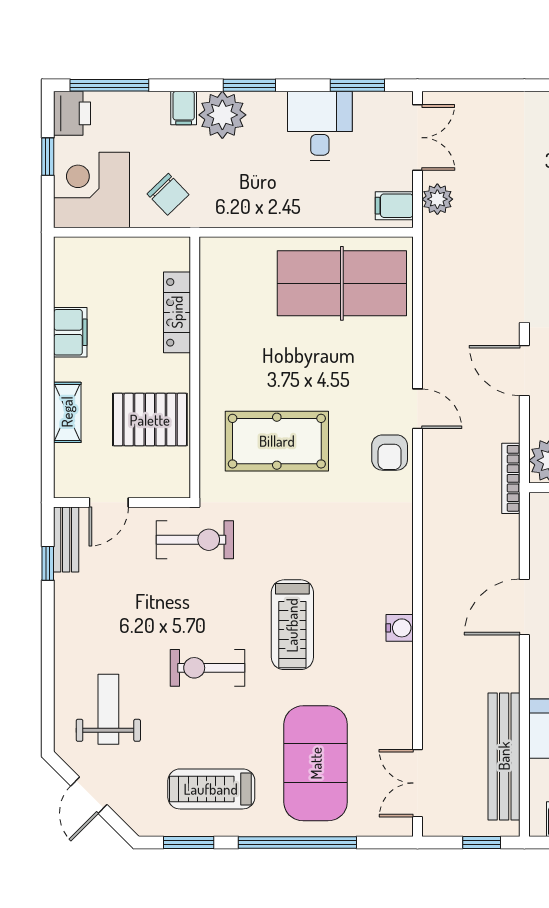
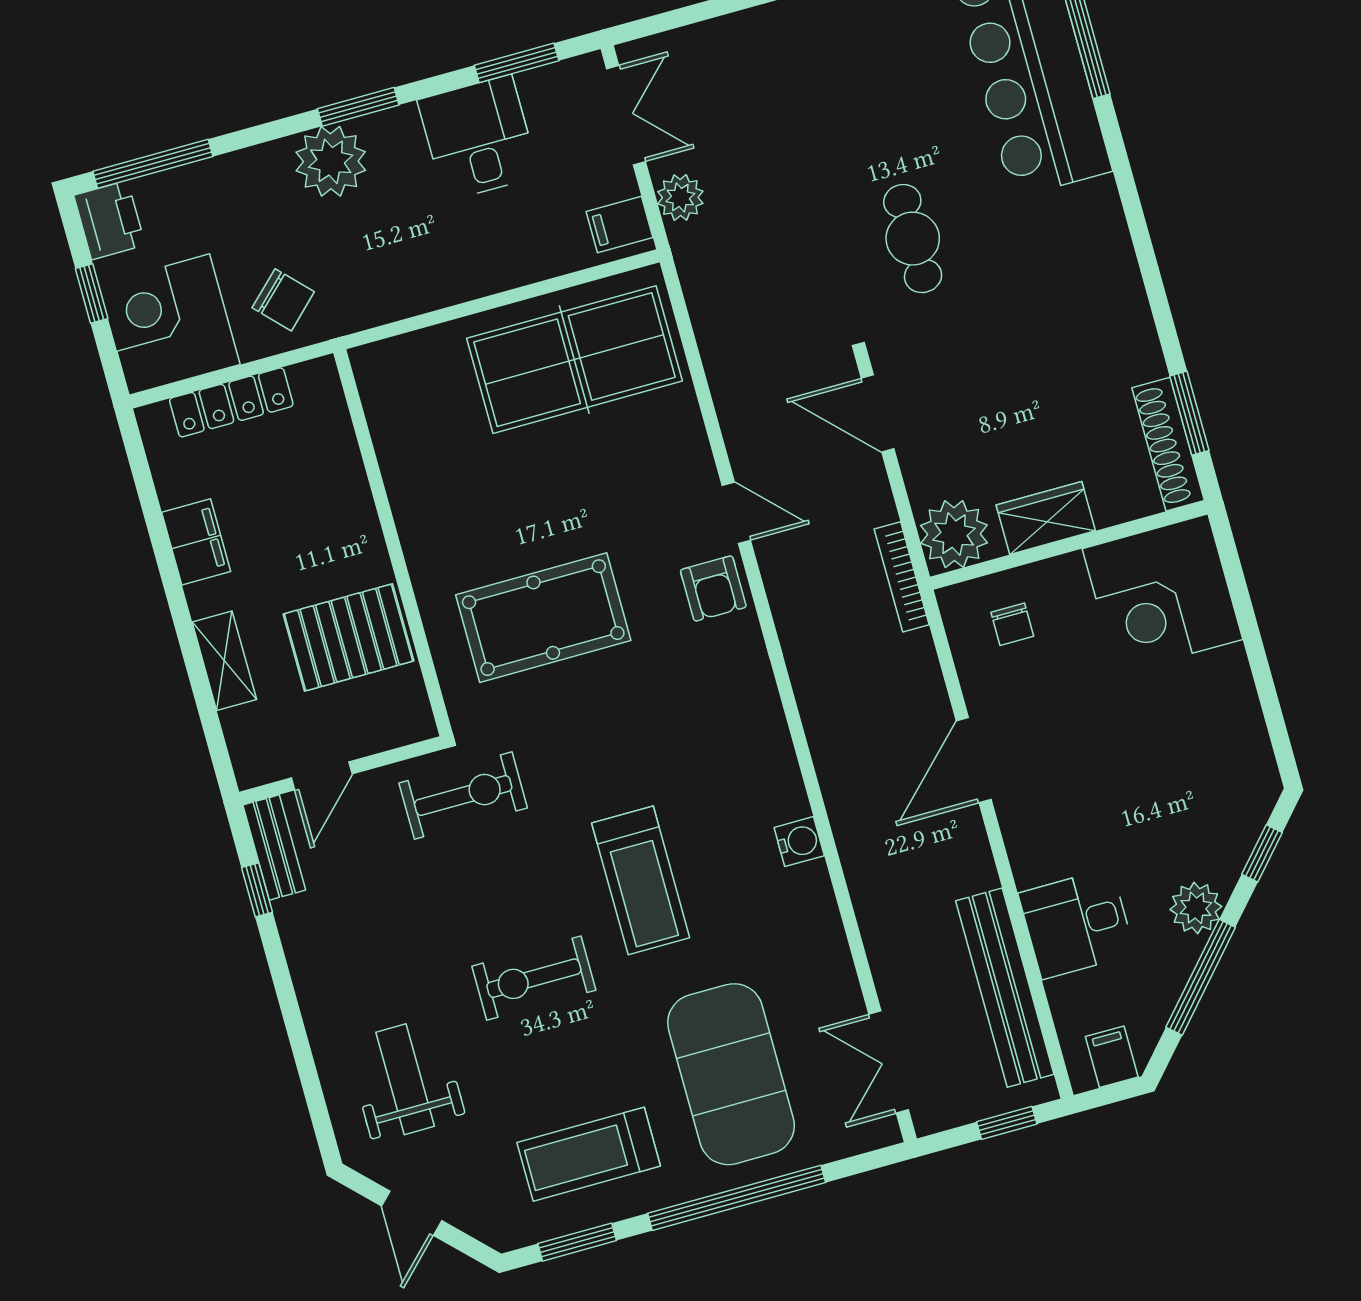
filing cabinet: (184, 108) -> (271, 167), removed
locker: (177, 312) -> (231, 402), moved, turned -90

